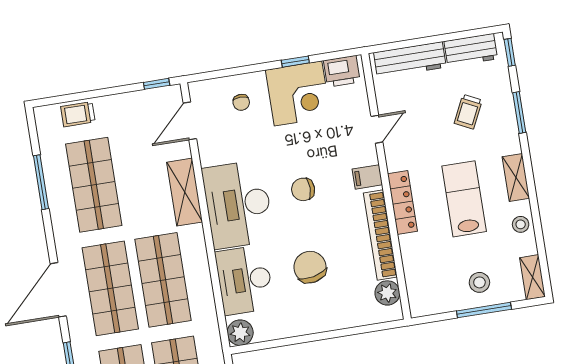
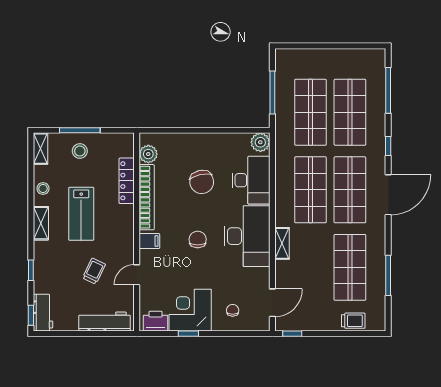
workbench: (471, 50) -> (43, 313), moved, turned 90
trolley: (468, 112) -> (94, 271), moved
window: (519, 113) -> (31, 270), width x0.67
chair: (303, 189) -> (198, 239), turned -90
shelving: (185, 192) -> (282, 243), width x0.67, depth x0.75
locker: (402, 203) -> (127, 181), moved

